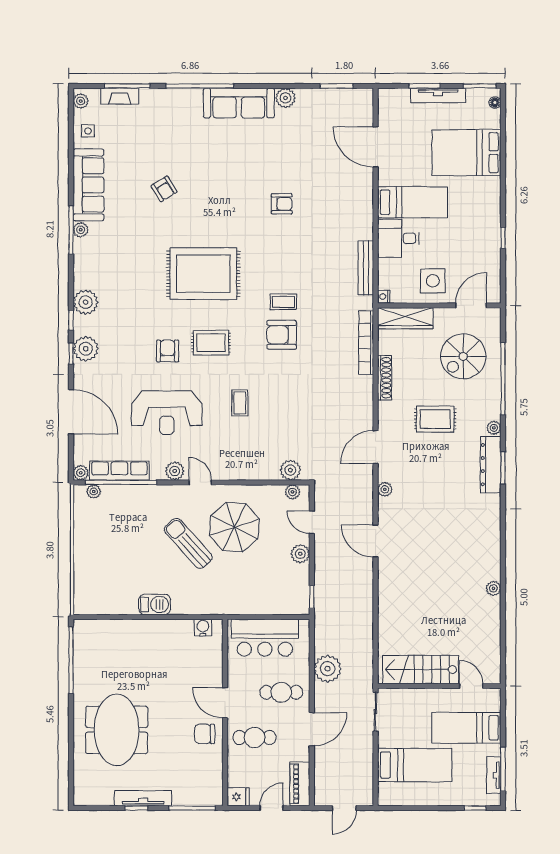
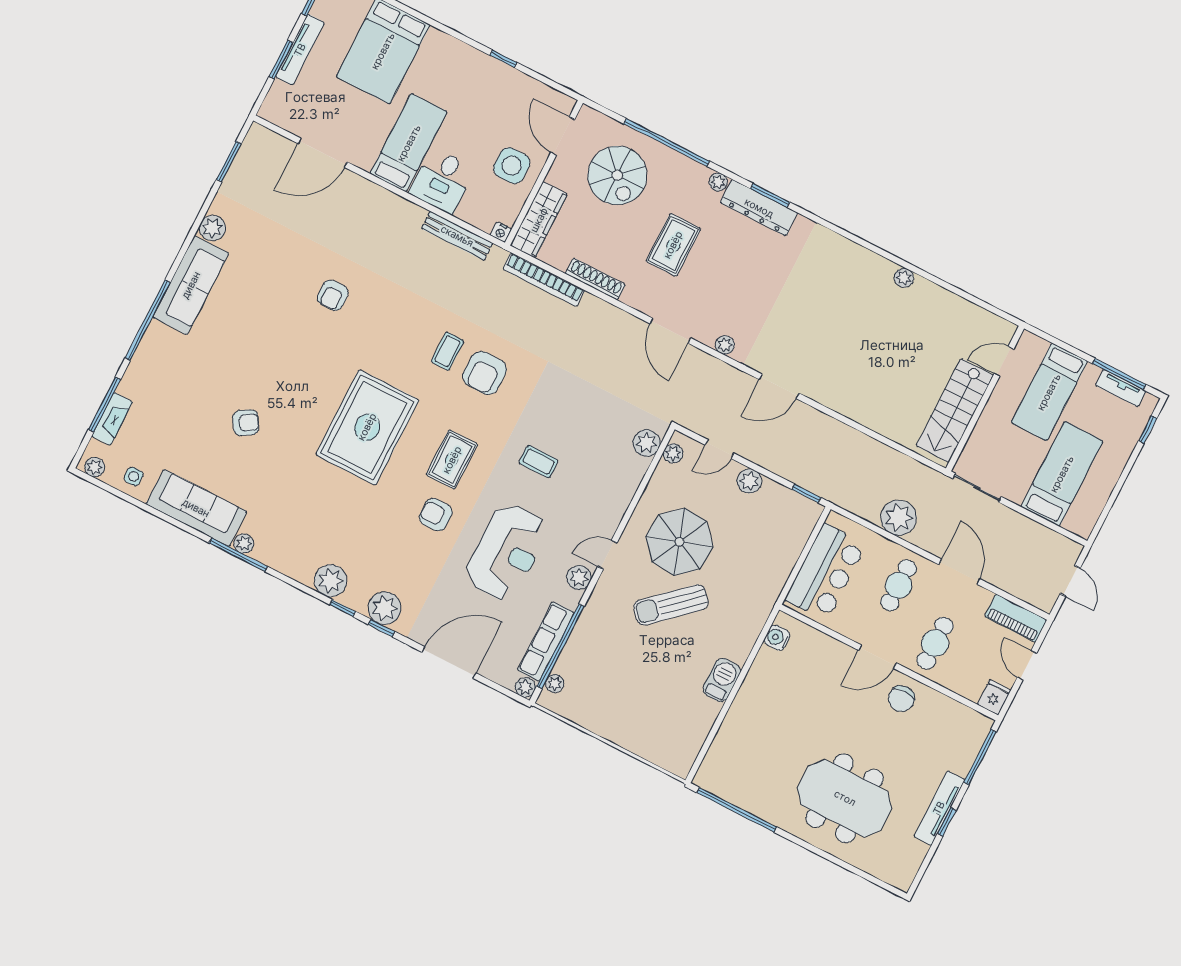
armchair: (282, 204) -> (333, 295), turned 180

